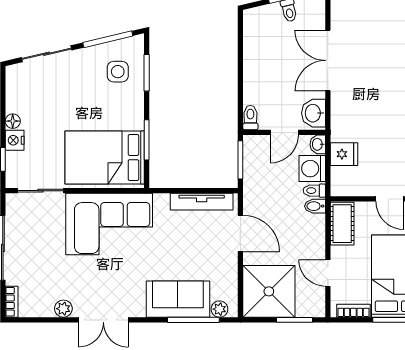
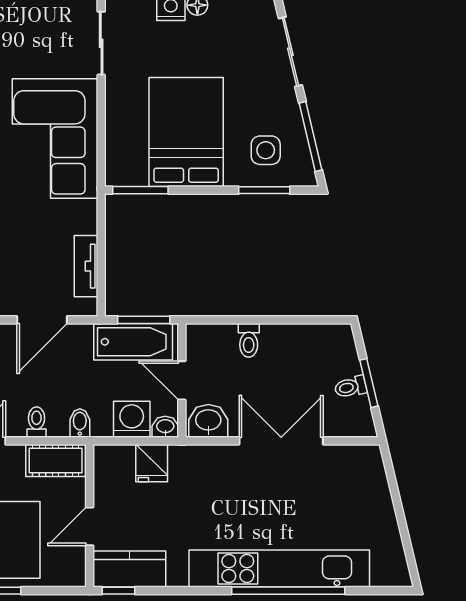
toilet: (250, 118) -> (249, 340), moved, turned 90
window: (147, 140) -> (140, 190), moved
bed: (105, 158) -> (186, 132), moved
bathtub: (256, 168) -> (133, 342), added
toilet: (314, 191) -> (37, 422), moved
tv unit: (202, 202) -> (86, 266), width x0.71

